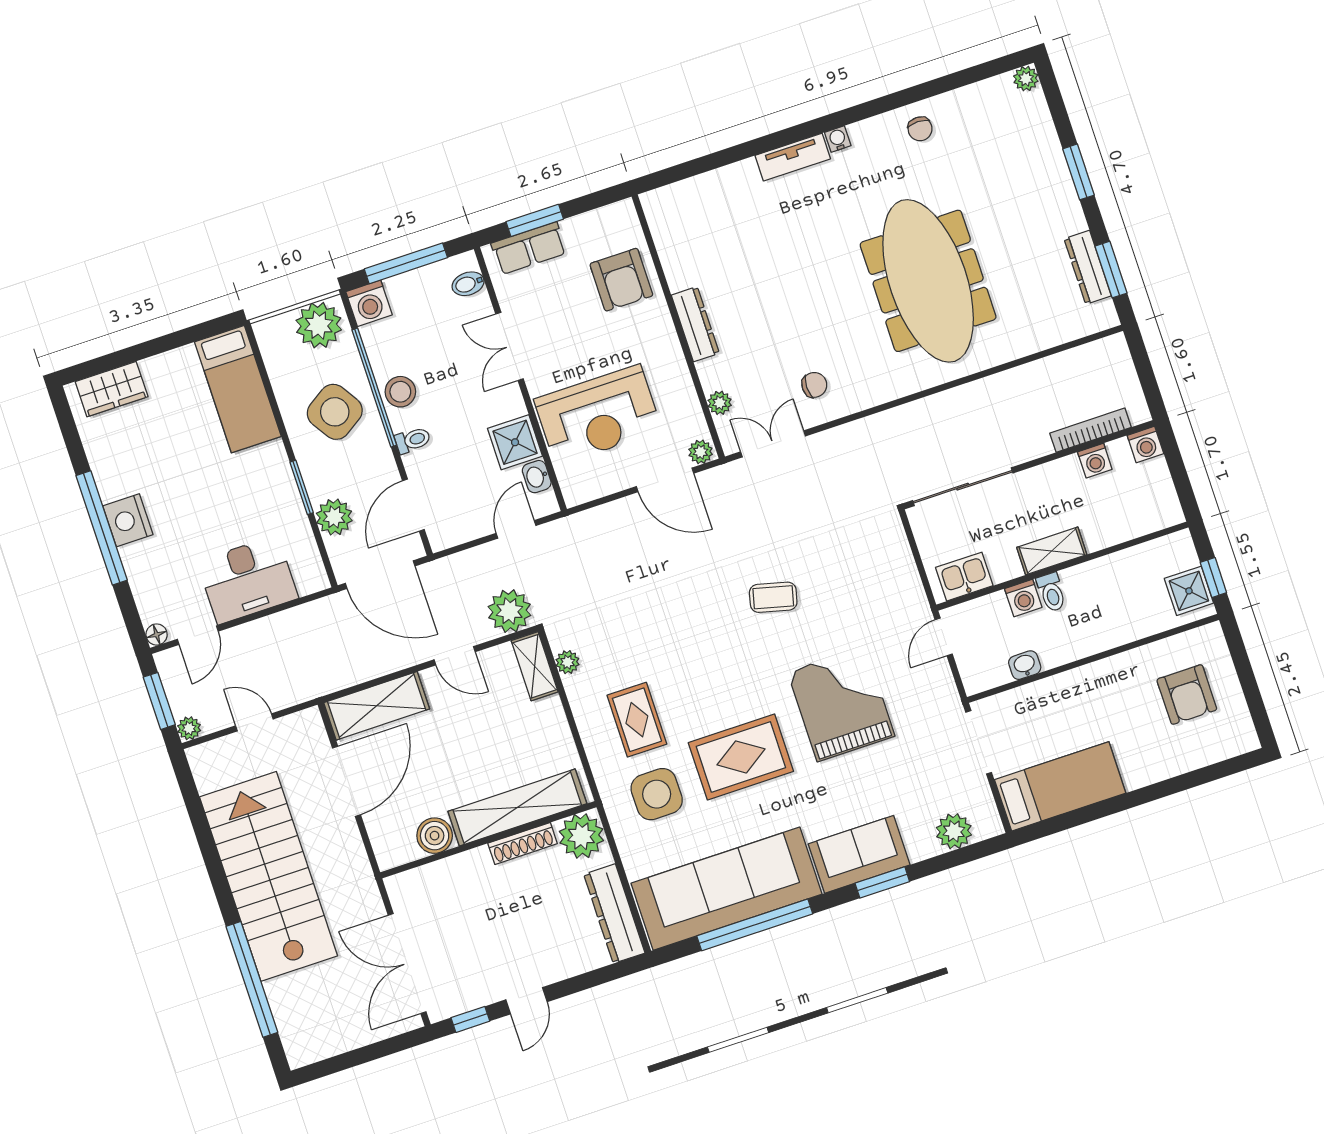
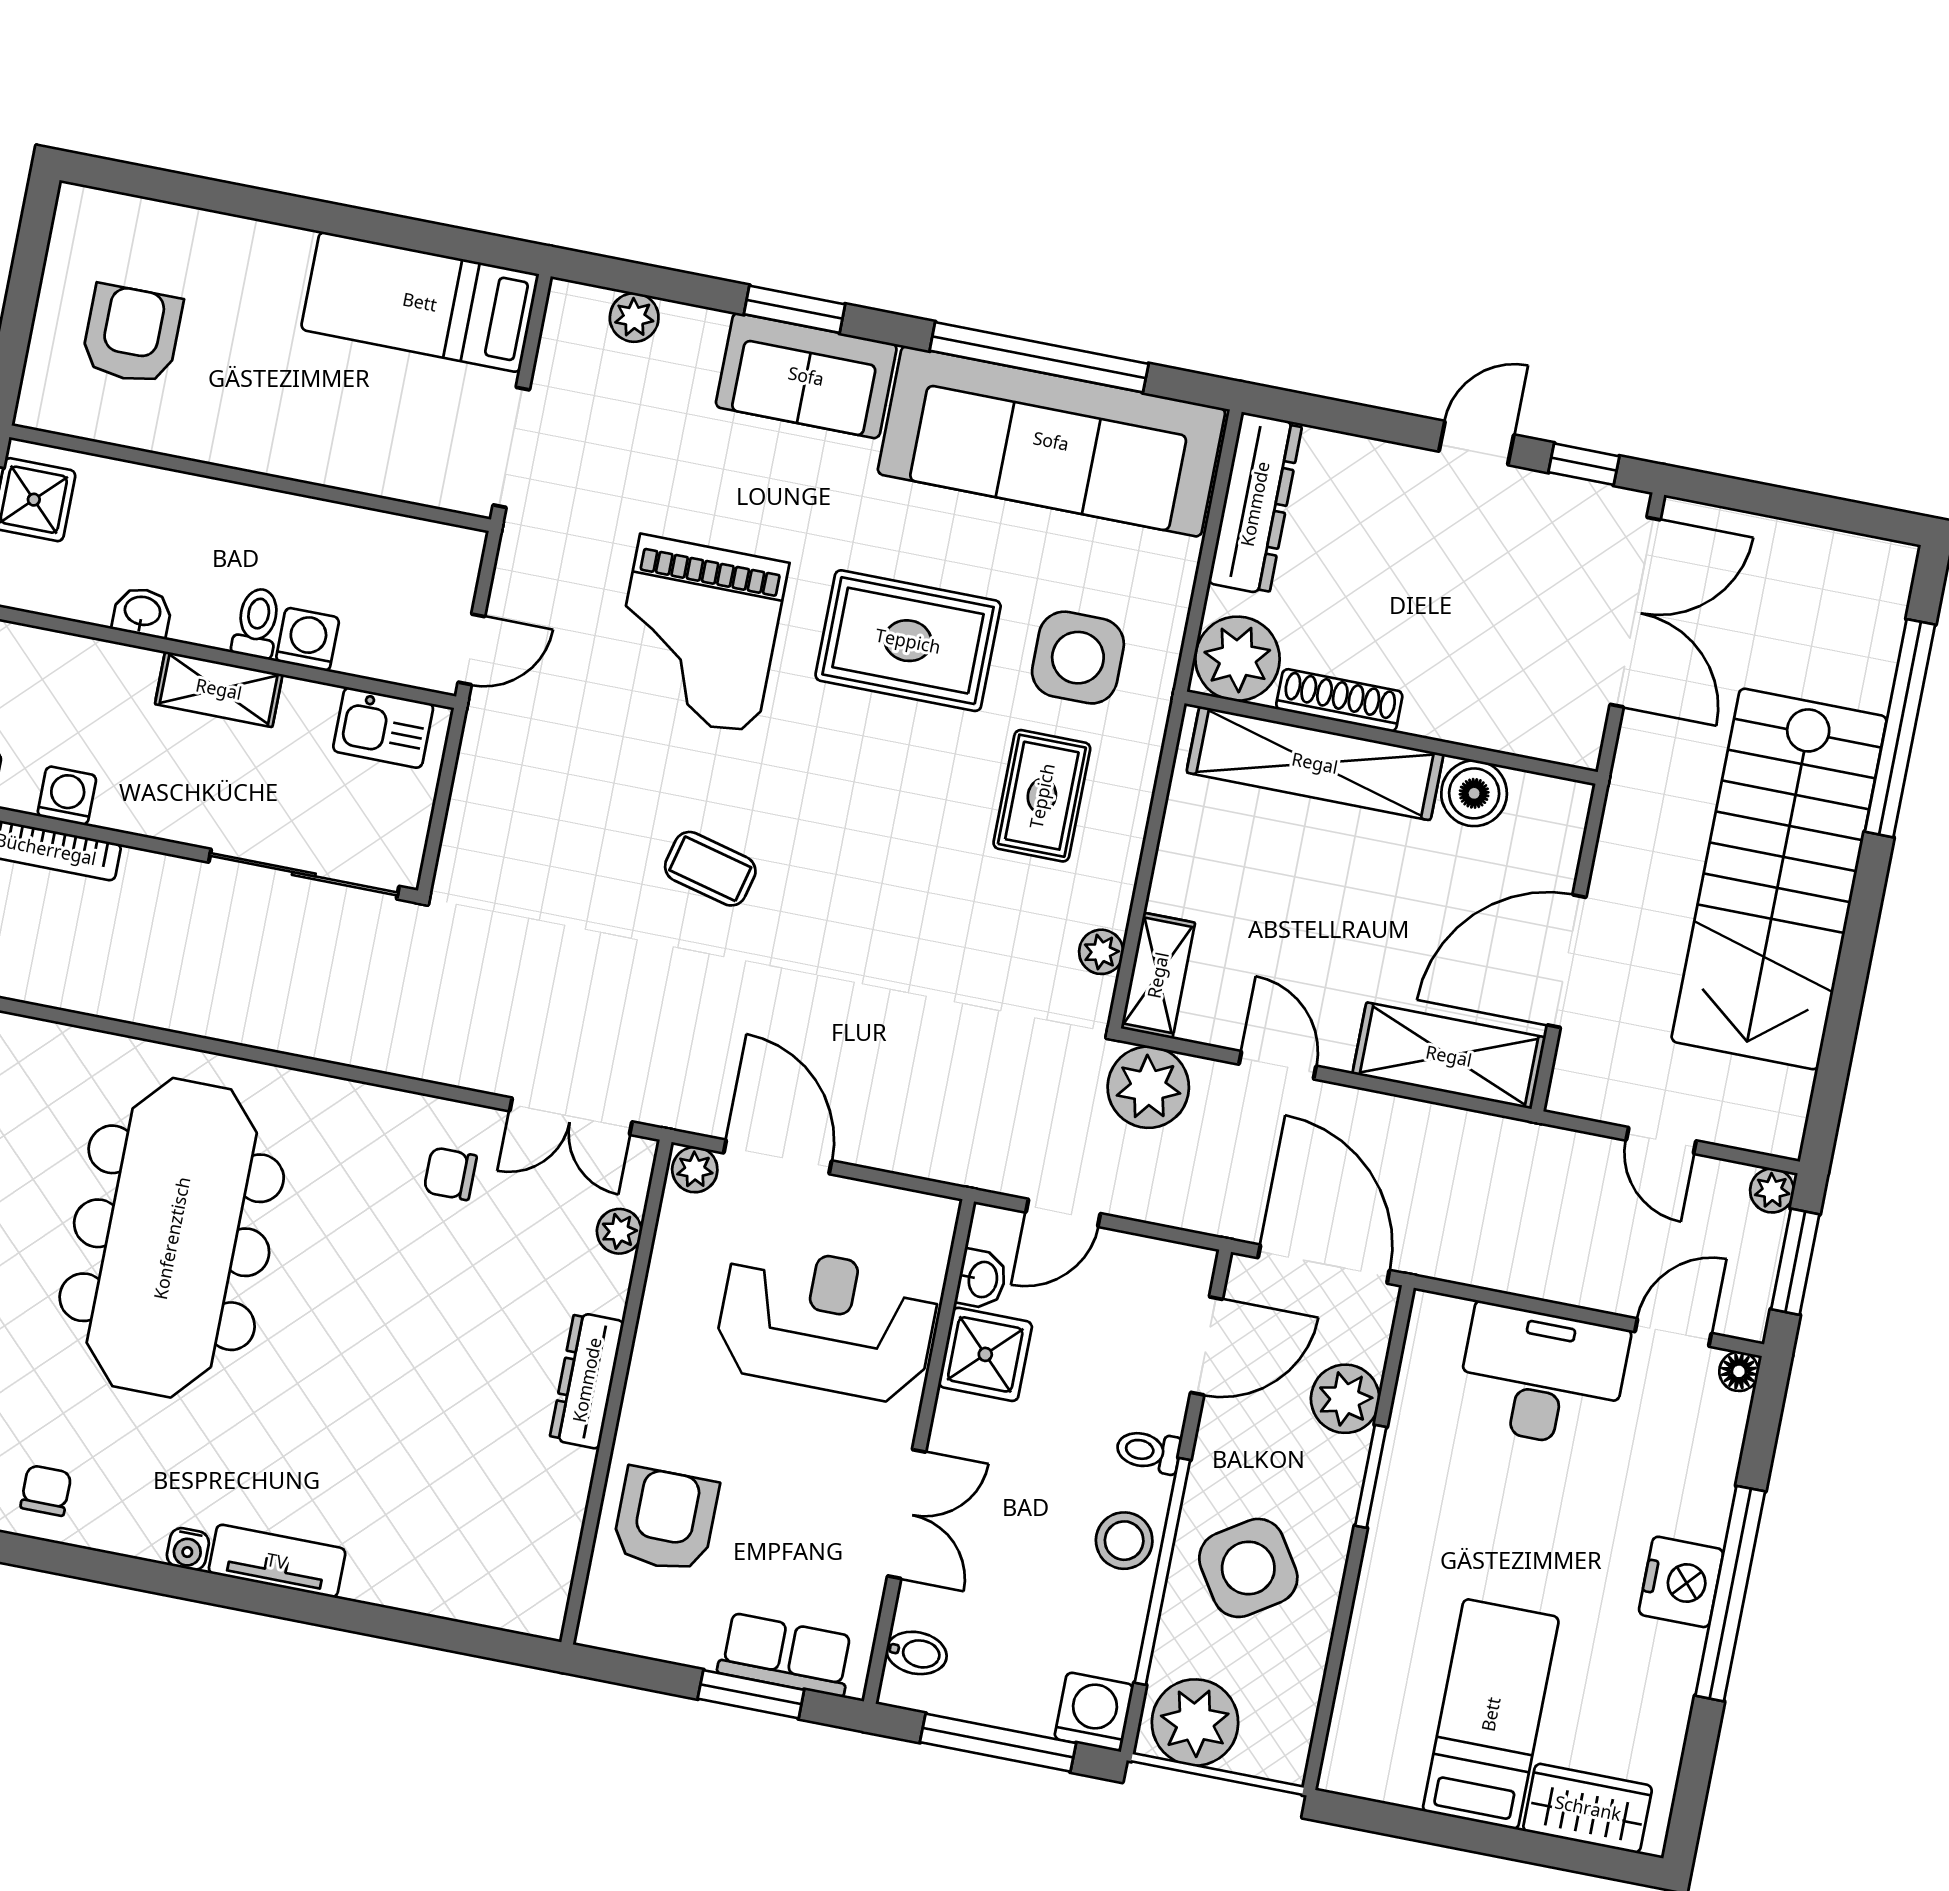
bed: (238, 389) -> (1491, 1714), moved
washbasin: (1025, 665) -> (142, 612), moved, turned 180
plant: (954, 831) -> (634, 317), width x0.73, depth x0.73

